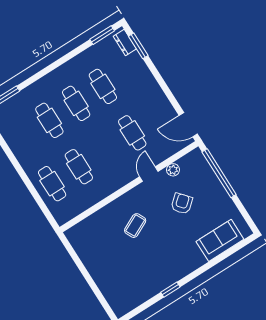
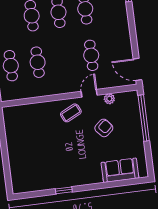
coffee table: (135, 226) -> (71, 113), moved

